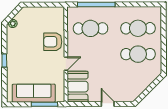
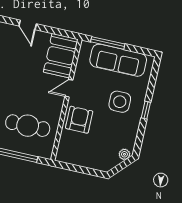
armchair: (53, 42) -> (79, 120), turned -90
side table: (25, 62) -> (120, 102), added

